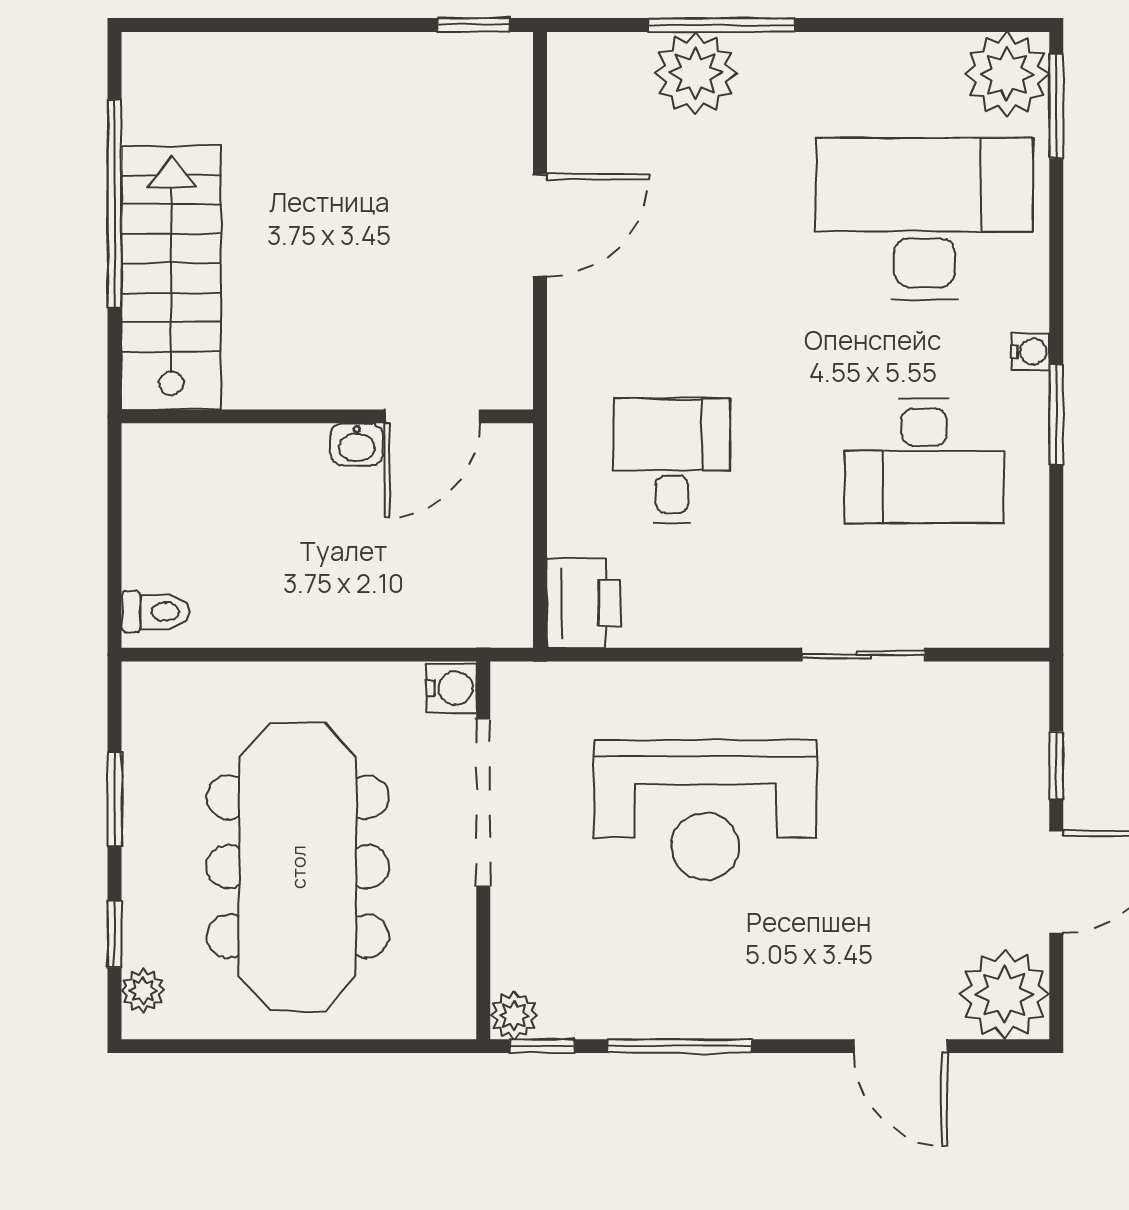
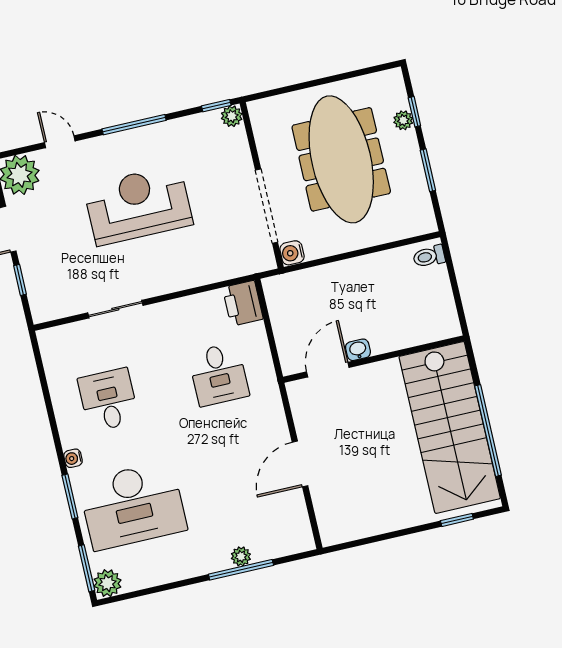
window: (474, 25) -> (457, 520), moved
plant: (695, 73) -> (241, 556), width x0.53, depth x0.53
plant: (1007, 74) -> (107, 583), width x0.73, depth x0.73
stairs: (171, 278) -> (450, 427), width x1.36, depth x1.51
window: (1056, 415) -> (70, 497), moved
desk: (924, 461) -> (108, 400), width x0.73
reception desk: (705, 810) -> (138, 205), moved
plant: (143, 991) -> (403, 120), moved
window: (680, 1046) -> (134, 125), moved
door: (900, 1046) -> (60, 142), width x0.73

